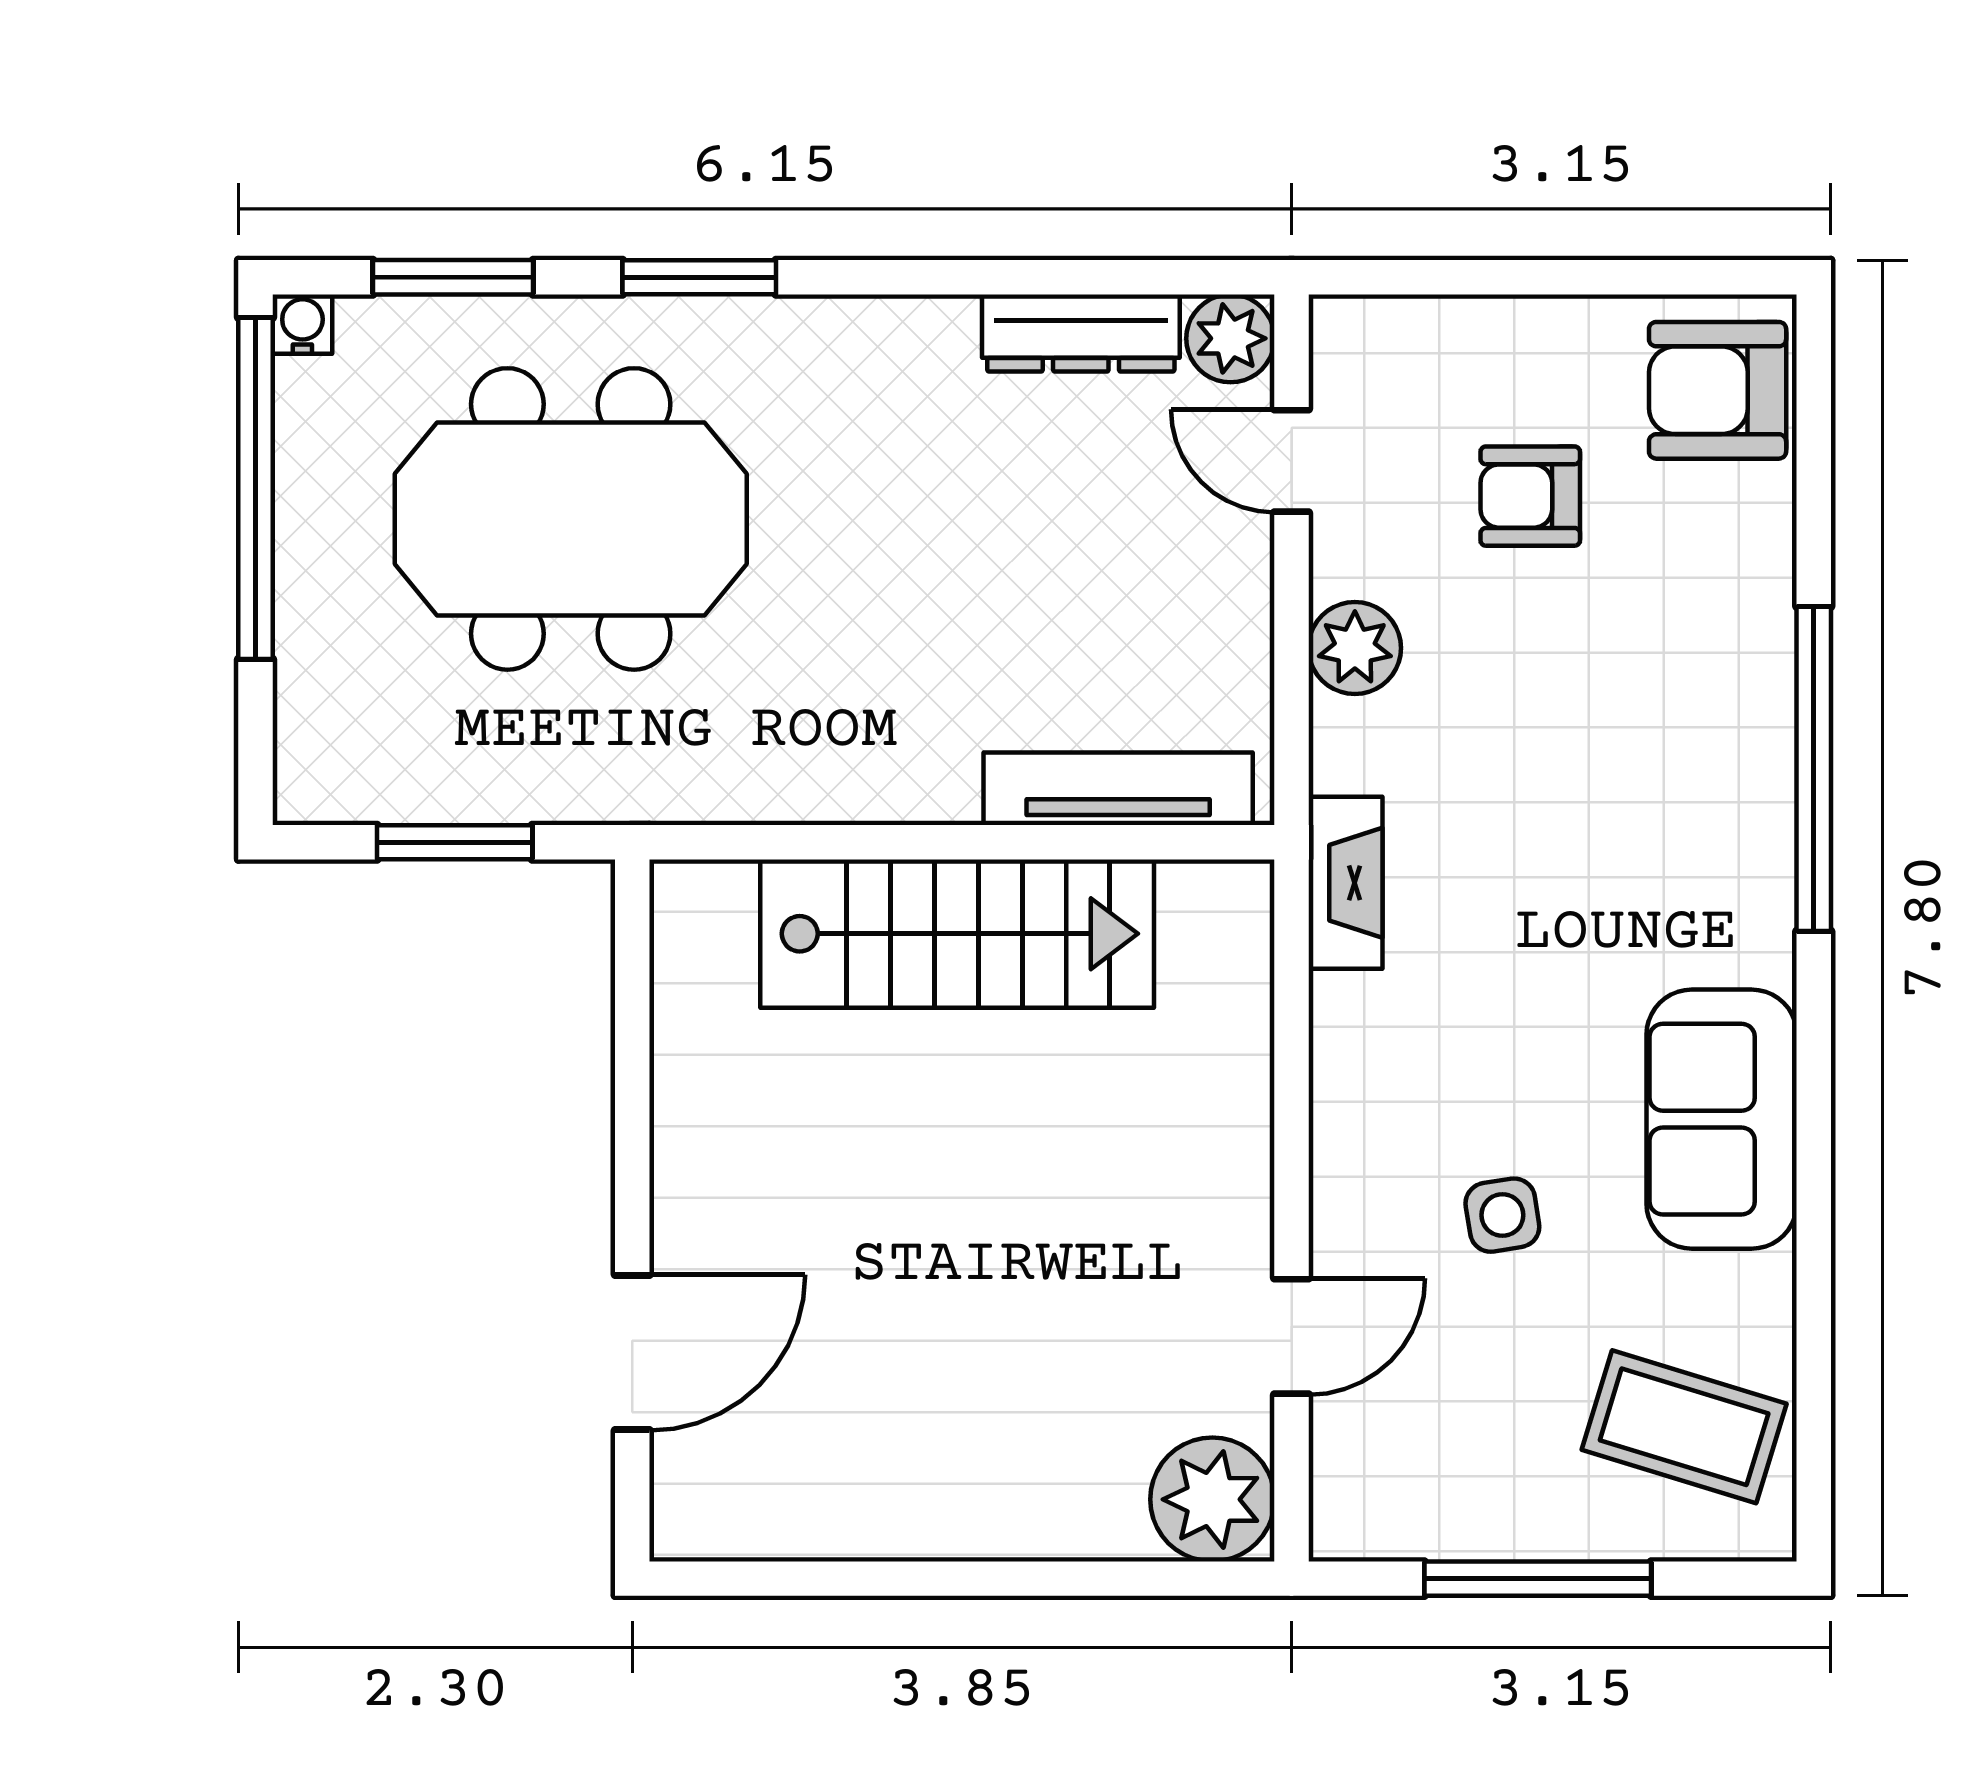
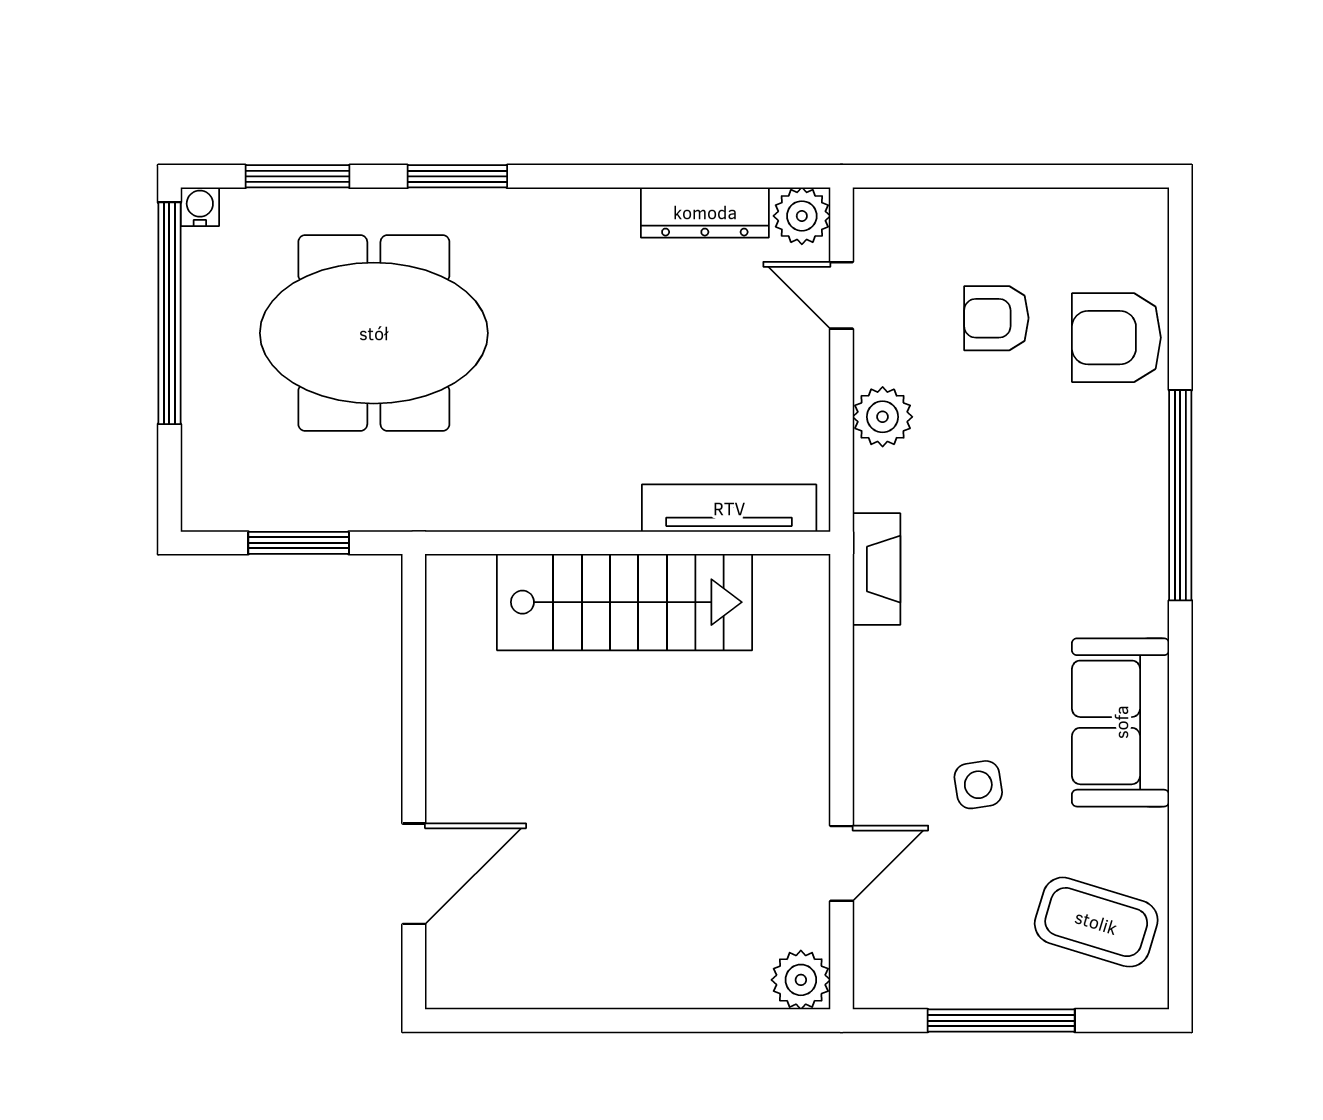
armchair: (1718, 390) -> (1116, 338), moved
plant: (1212, 1499) -> (801, 980), width x0.73, depth x0.73

